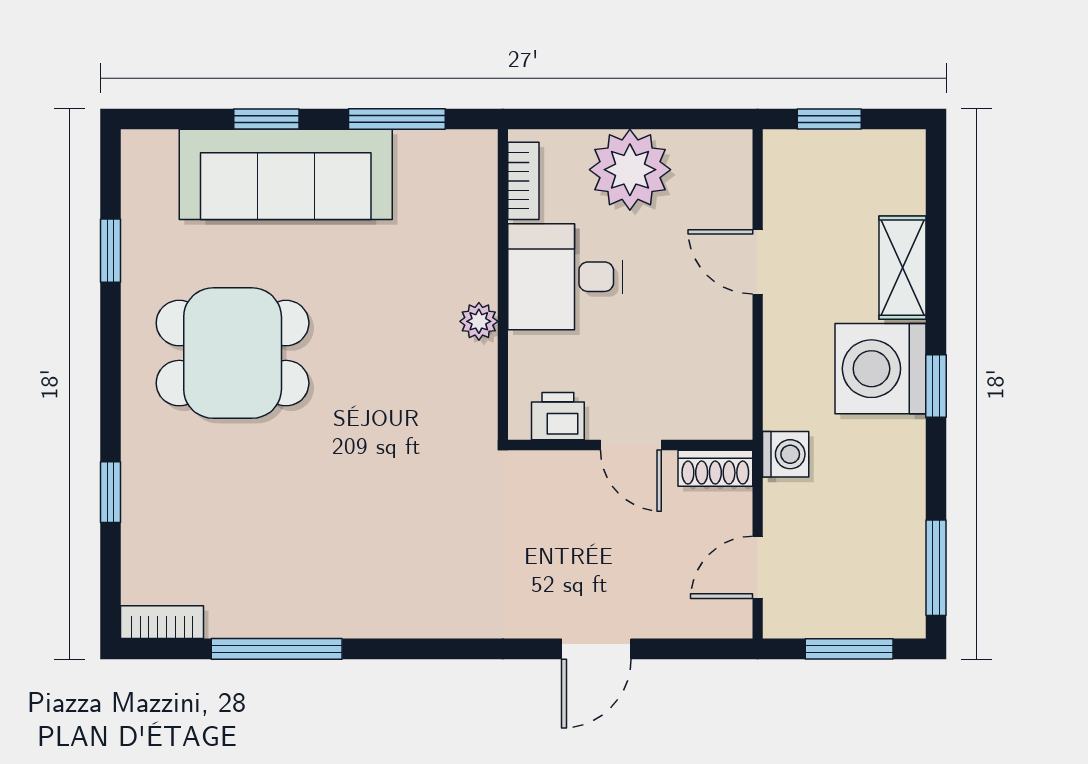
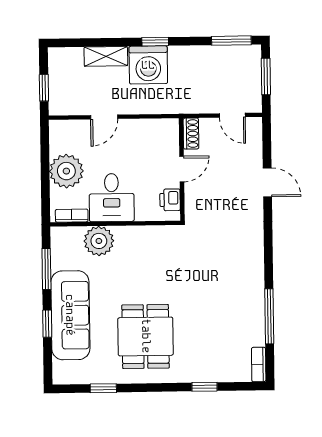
plant: (479, 321) -> (99, 241), moved, width x1.87, depth x1.87
washing machine: (786, 454) -> (185, 104), removed

